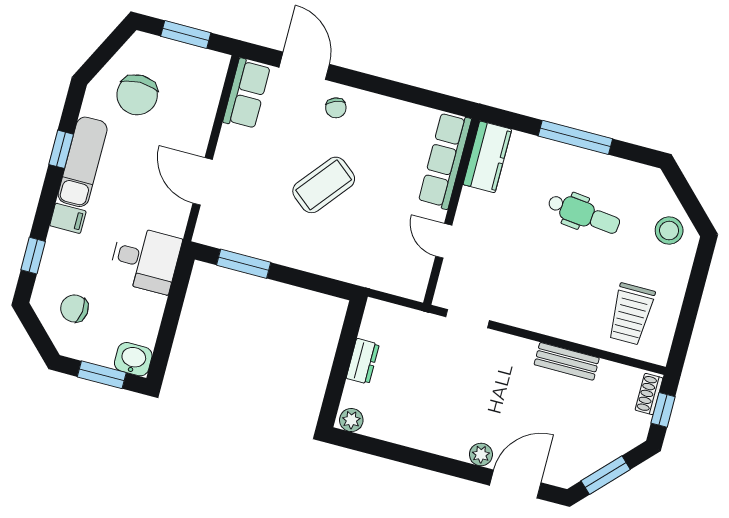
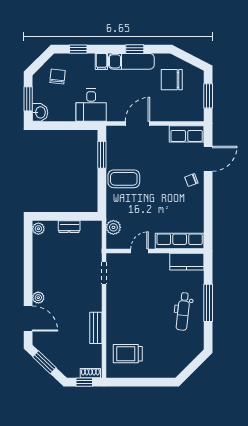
coffee table: (324, 185) -> (124, 179), moved, turned -39
dental chair: (584, 214) -> (183, 311), moved
stool: (669, 231) -> (174, 362), removed
plant: (386, 278) -> (113, 227), added

